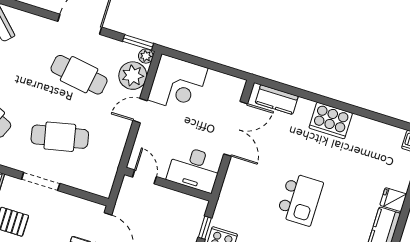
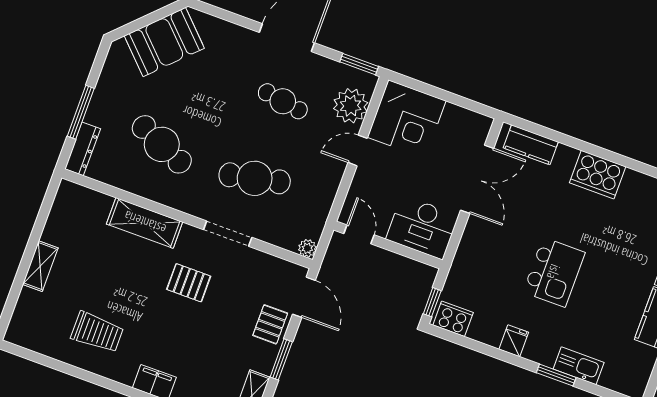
plant: (146, 56) -> (307, 248), moved
cafe table: (79, 75) -> (283, 101), width x0.73, depth x0.74

